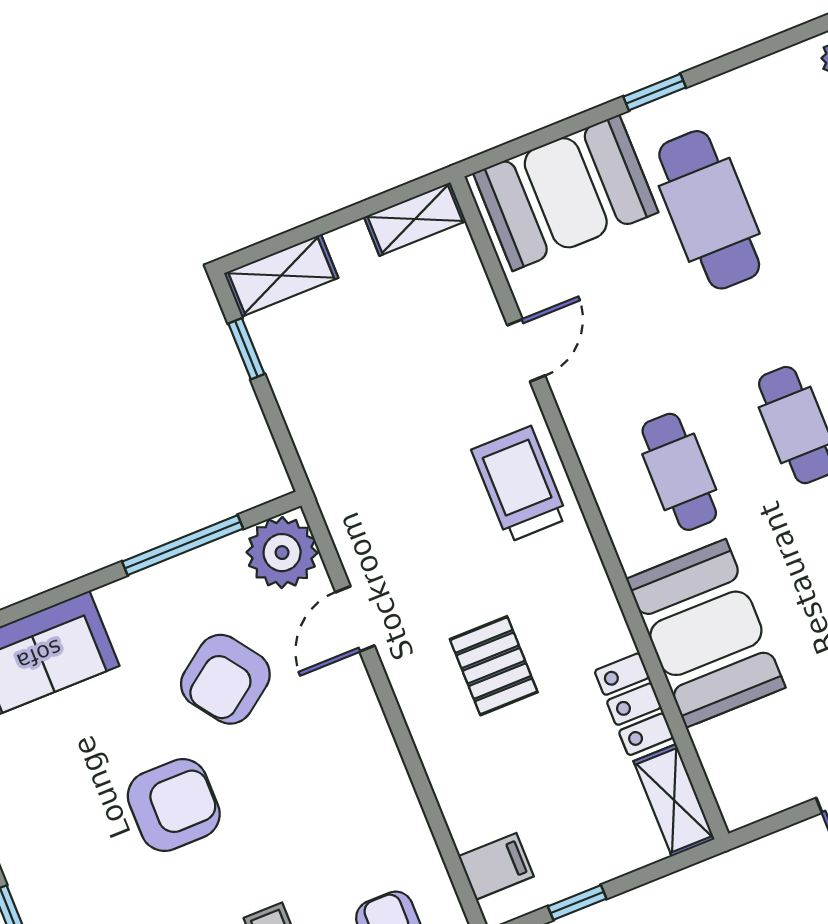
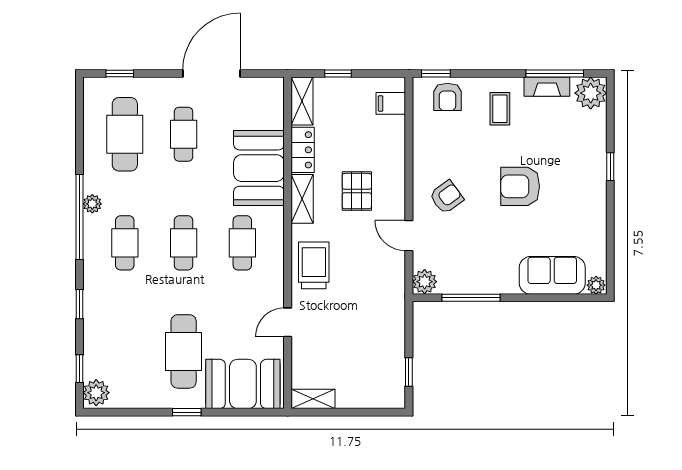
shelving: (281, 275) -> (302, 199), moved, turned 90
trolley: (520, 484) -> (314, 265), turned 180
plant: (282, 553) -> (425, 282), width x0.73, depth x0.73
door: (355, 619) -> (409, 236), swing flipped
armchair: (225, 679) -> (446, 197), moved, width x0.72, depth x0.72
window: (577, 903) -> (338, 74), moved

